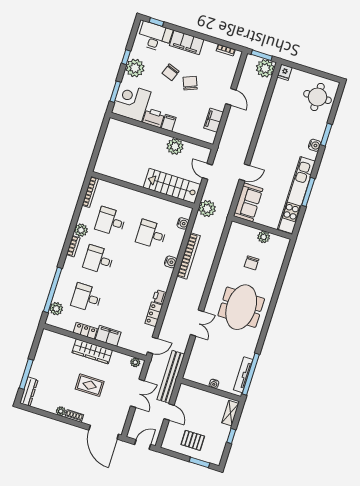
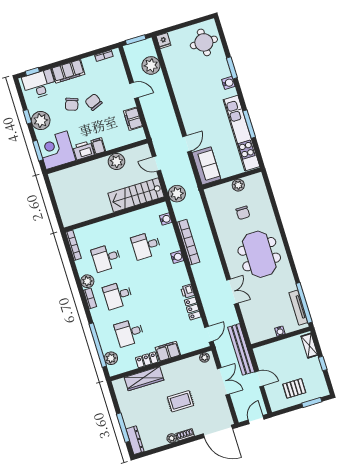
plant: (265, 68) -> (151, 65), moved
wardrobe: (92, 351) -> (144, 379), moved

